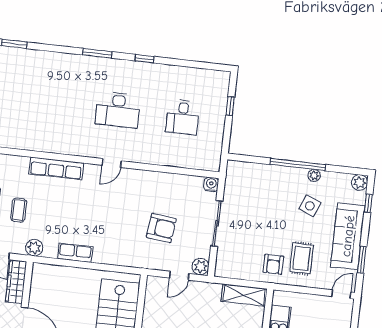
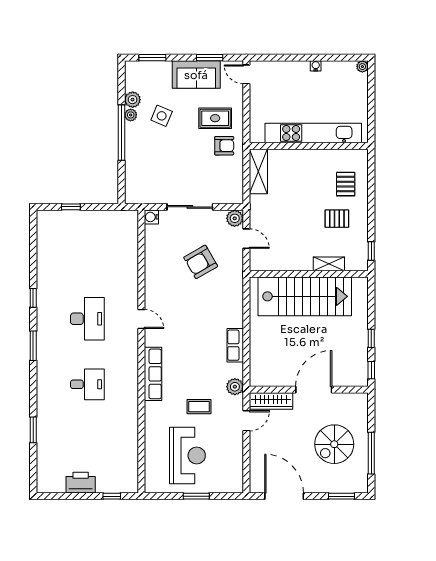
desk: (183, 117) -> (87, 384), moved
plant: (360, 183) -> (133, 100), moved
window: (368, 203) -> (152, 58), width x1.50
armchair: (161, 228) -> (201, 262), turned -127
sofa: (348, 236) -> (196, 75), width x0.73

